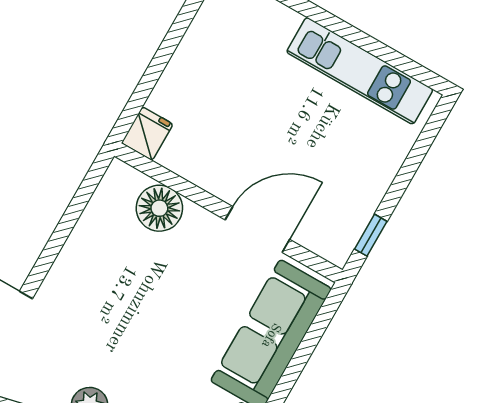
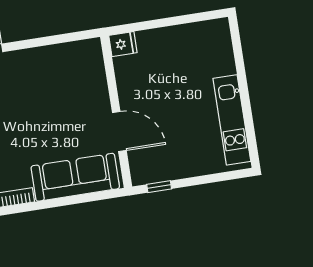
floor lamp: (159, 208) -> (93, 78), removed

